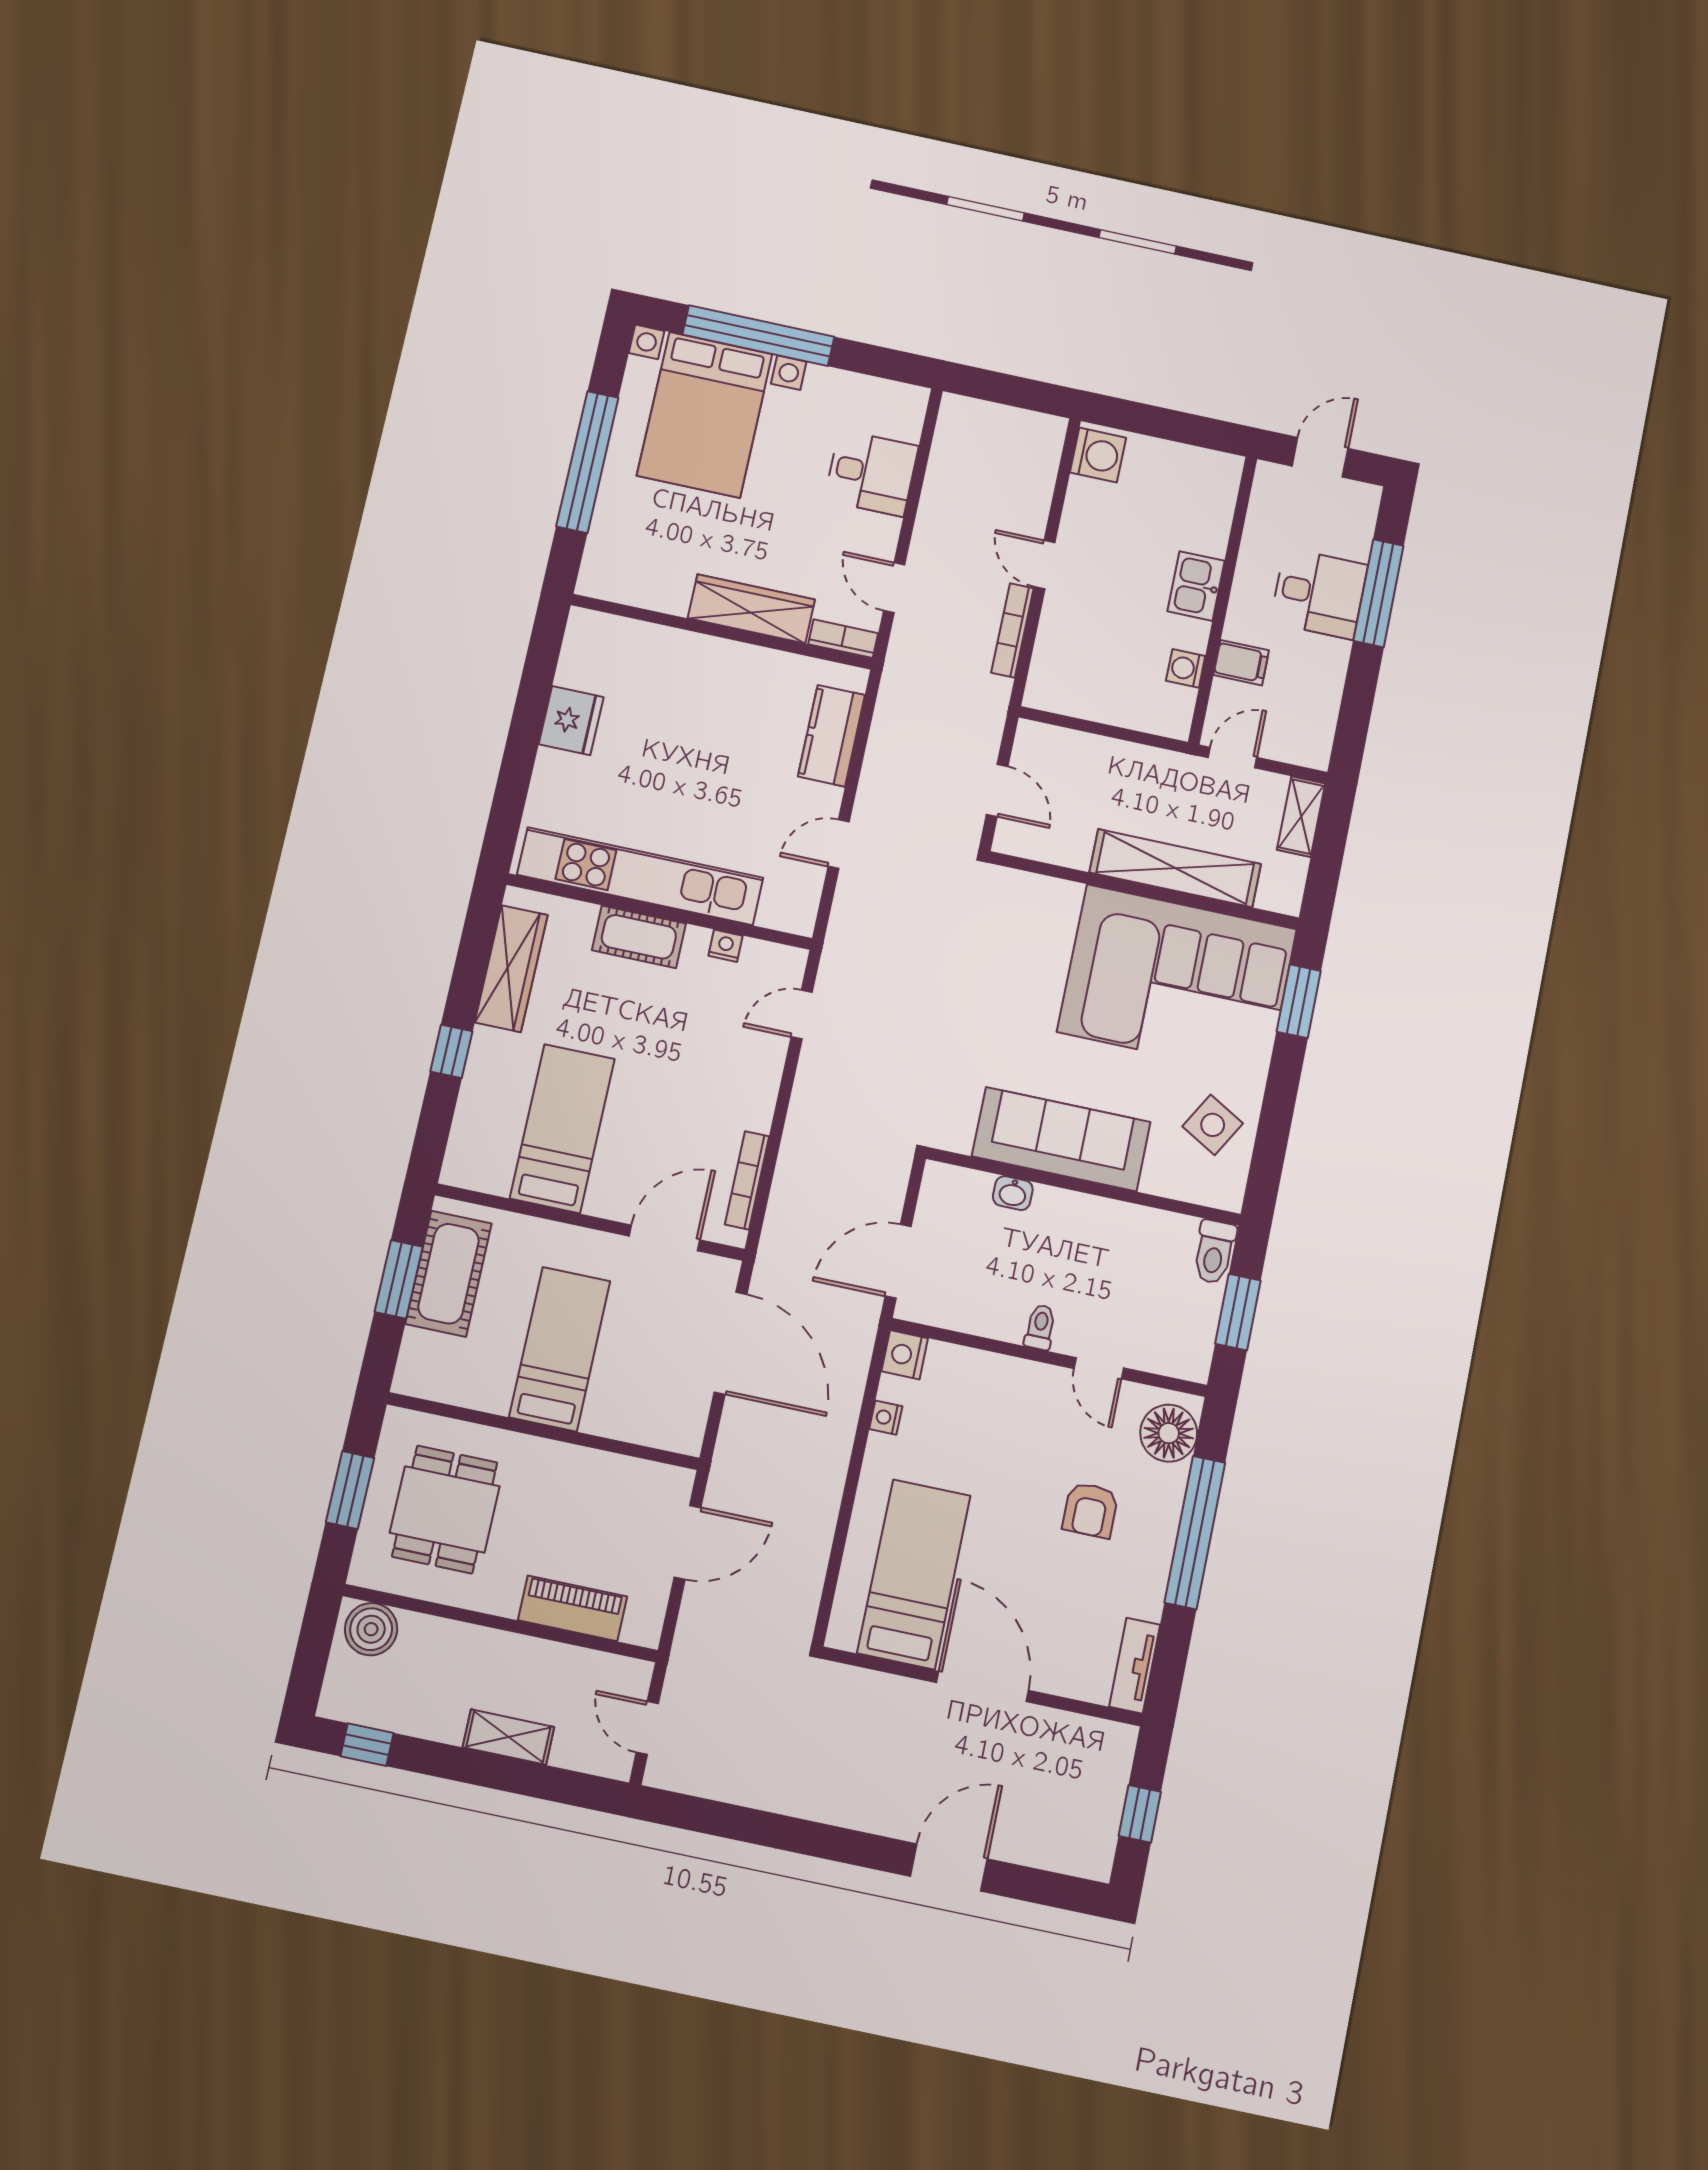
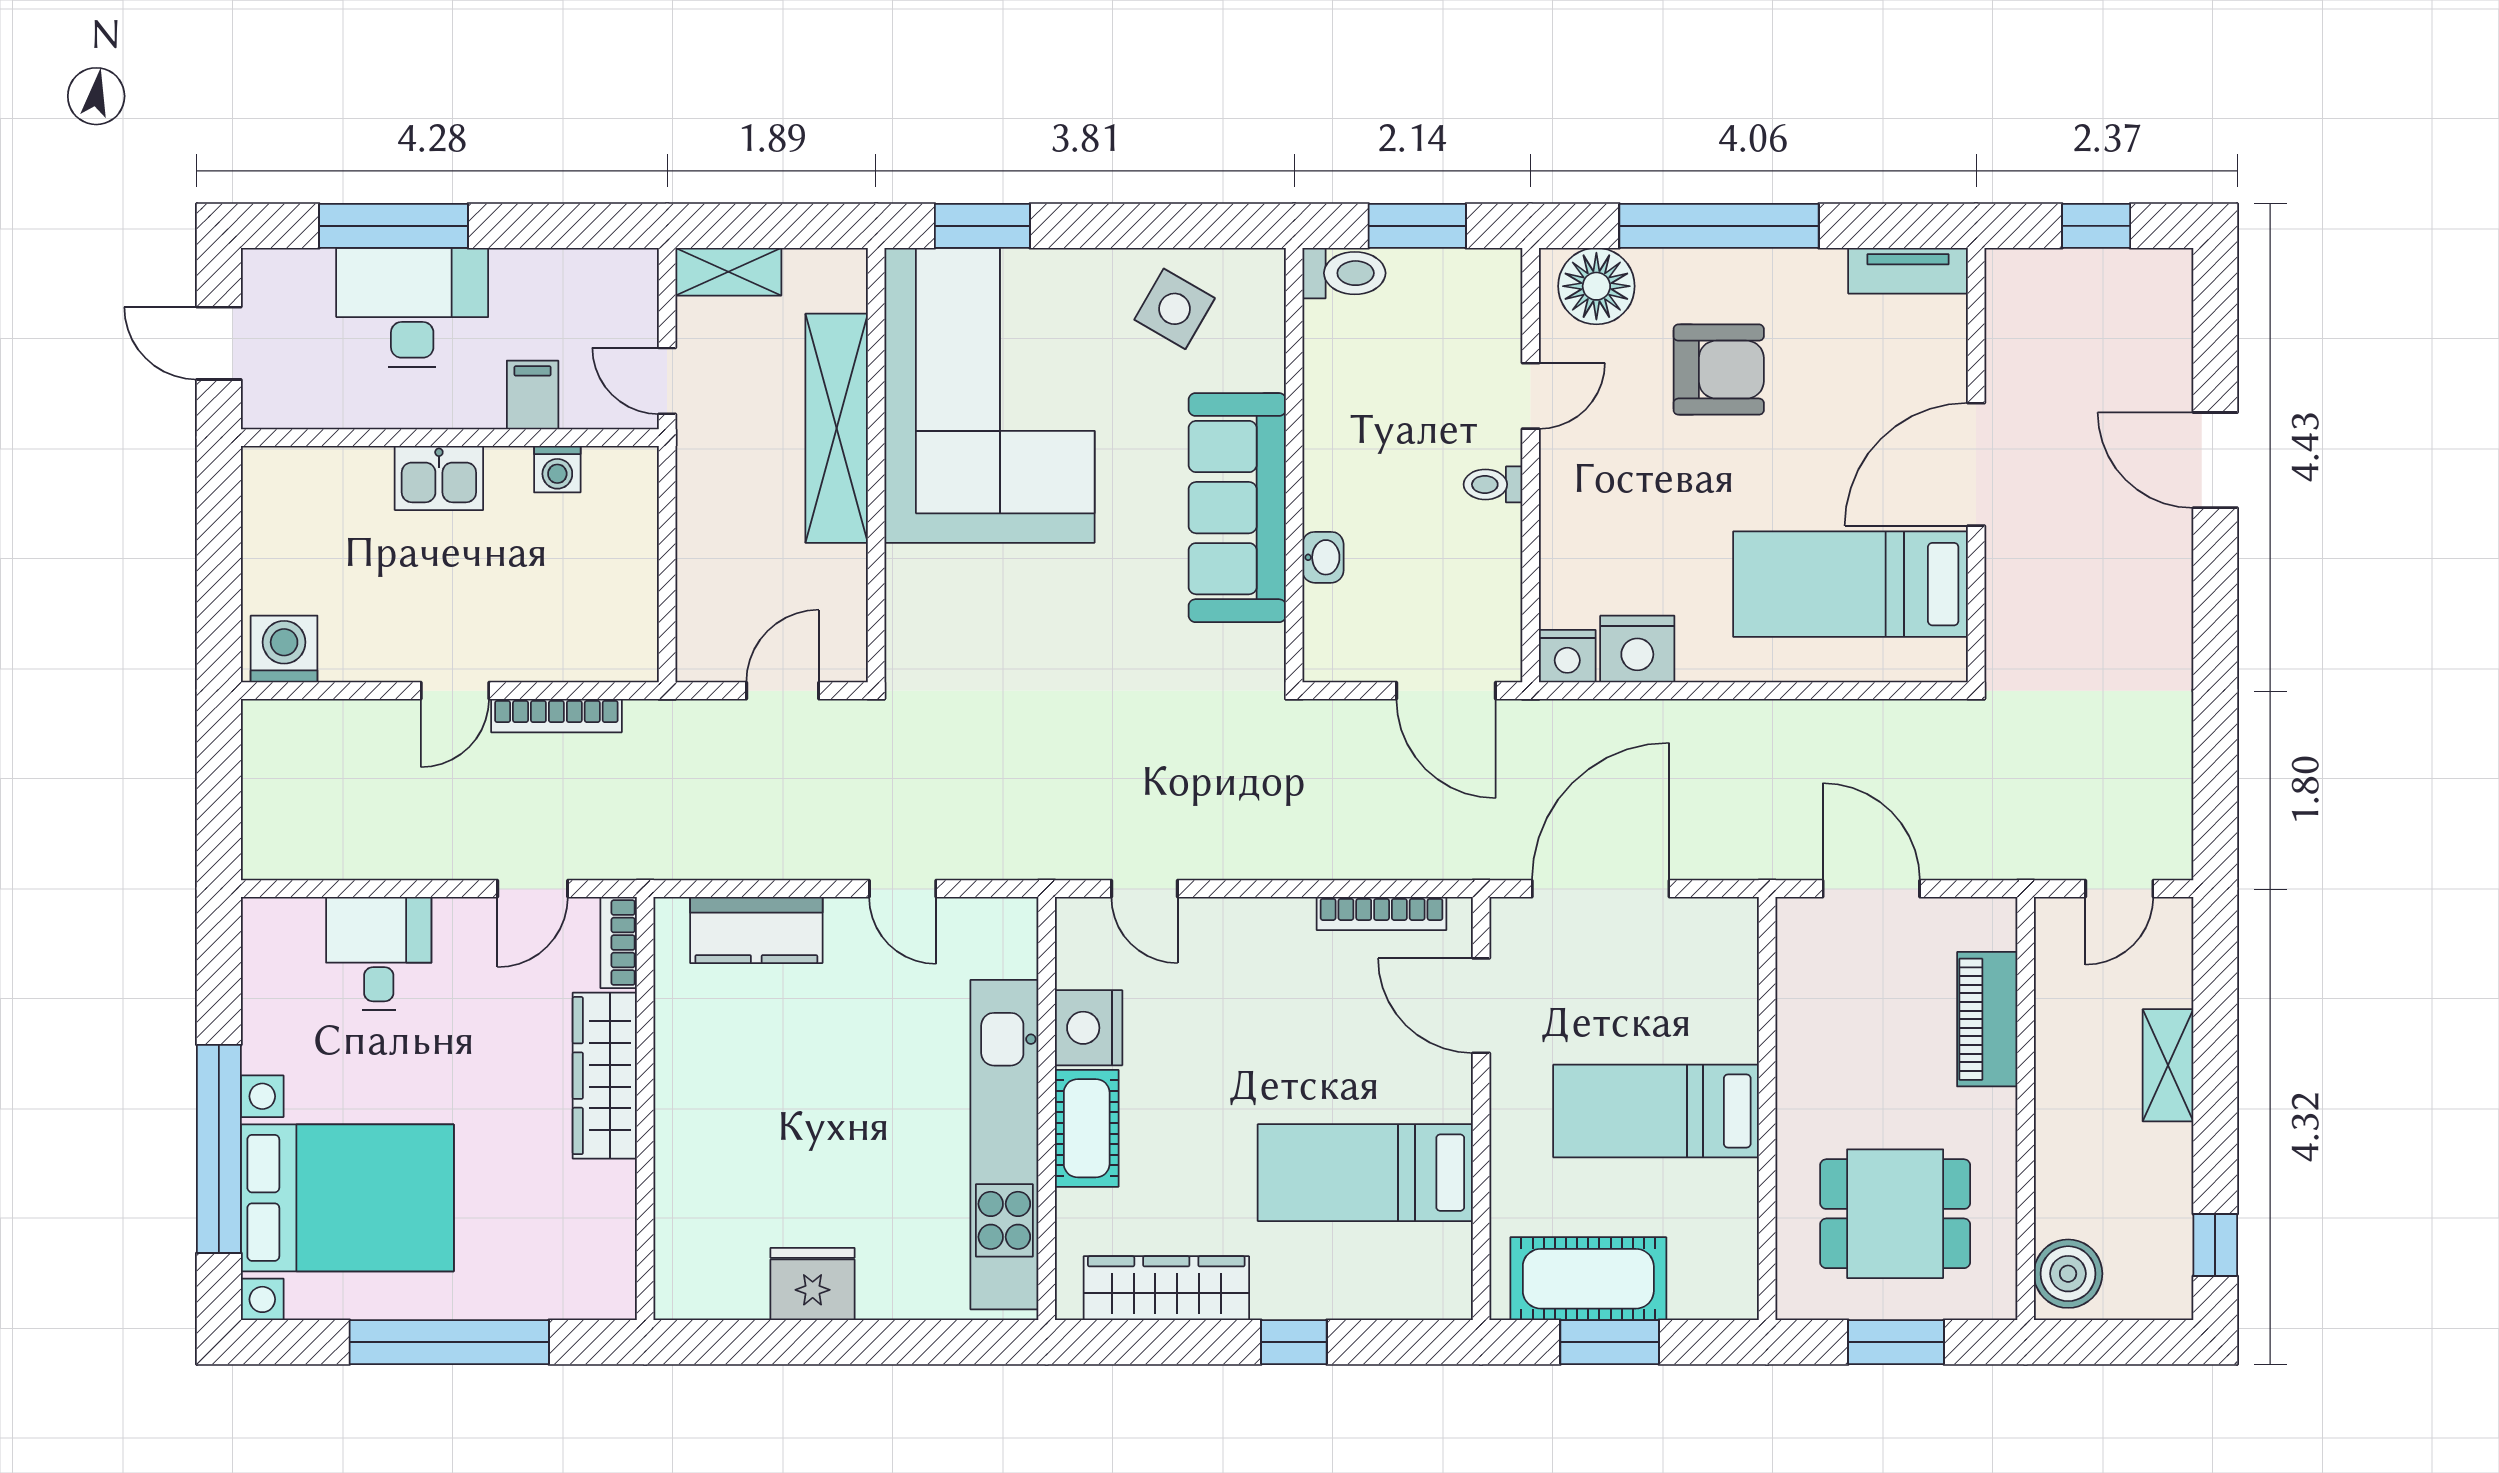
desk: (1319, 594) -> (412, 308), width x1.37
nightstand: (726, 946) -> (1089, 1028), width x1.89, depth x1.79
nightstand: (886, 1418) -> (1637, 649), width x1.89, depth x1.79
armchair: (1090, 1510) -> (1719, 370), width x1.38, depth x1.38

